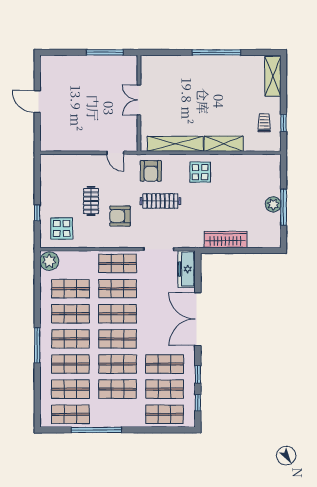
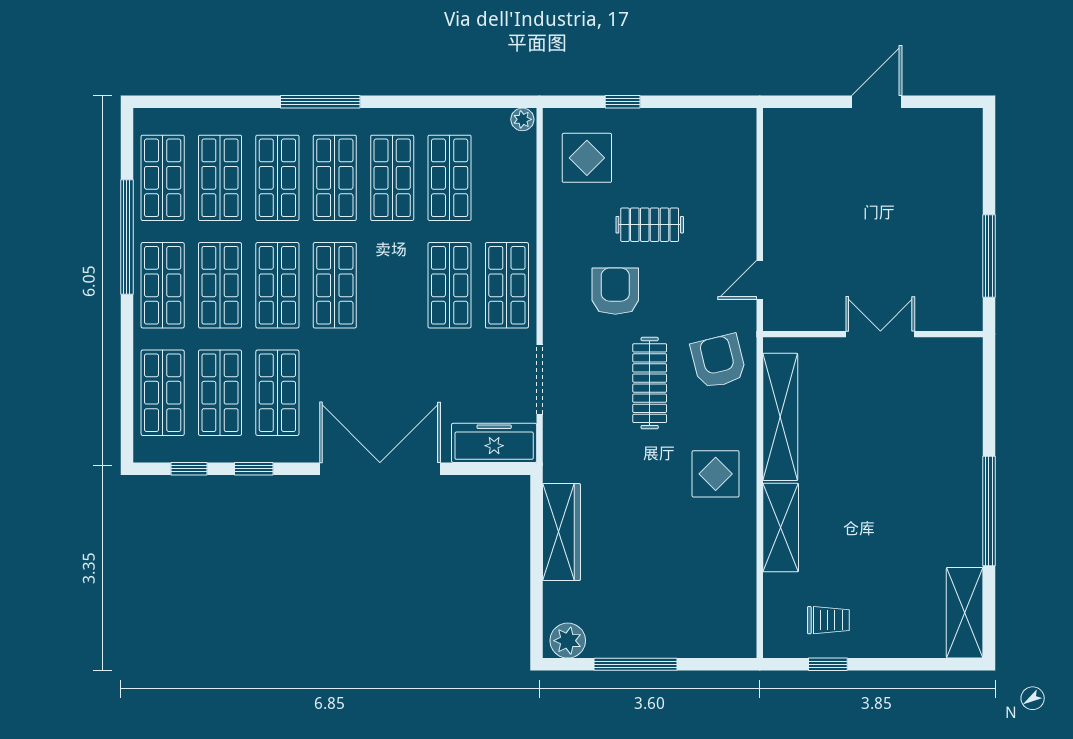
shelving: (273, 76) -> (965, 613), moved, turned 90
armchair: (151, 171) -> (718, 361), turned 76
plant: (273, 204) -> (568, 641), moved
plant: (49, 261) -> (522, 119), width x0.53, depth x0.53
shop shelf: (118, 314) -> (163, 285), moved

